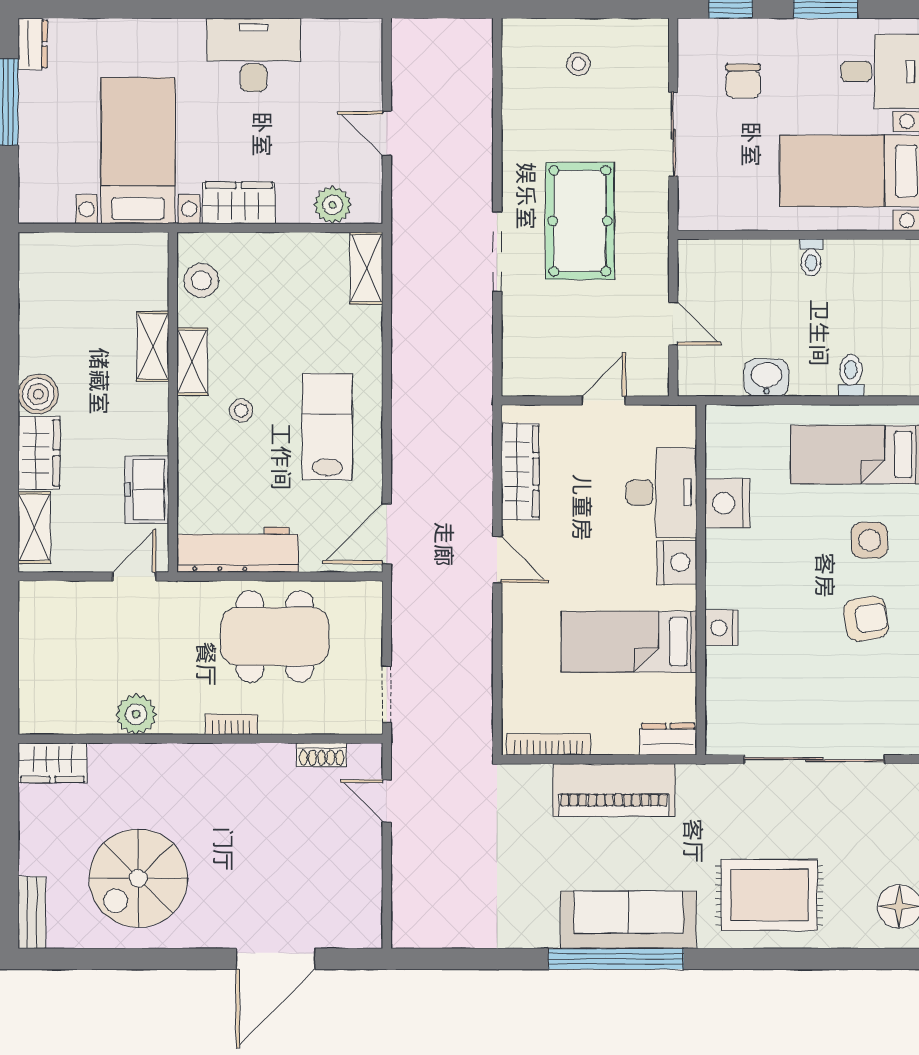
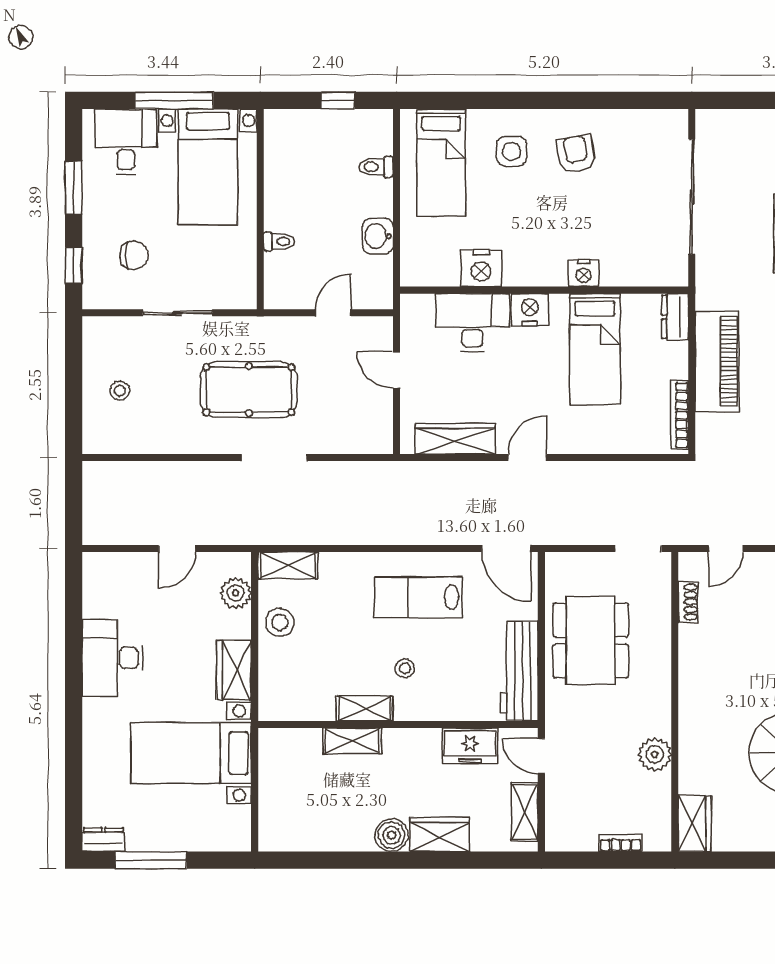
toilet: (811, 258) -> (279, 241), moved
stool: (201, 280) -> (280, 622), moved
shelving: (34, 527) -> (525, 812), moved, turned 90
bookcase: (231, 724) -> (621, 843), moved, turned 90

